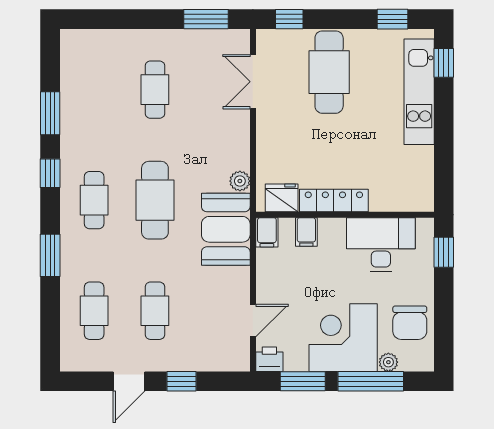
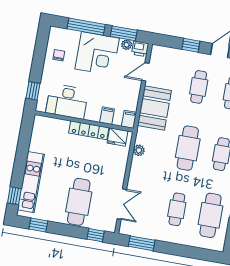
cafe table: (94, 90) -> (211, 215), added
booth: (226, 229) -> (154, 108), moved
chair: (410, 323) -> (59, 55), width x0.54, depth x0.54
plant: (388, 362) -> (127, 45), moved

